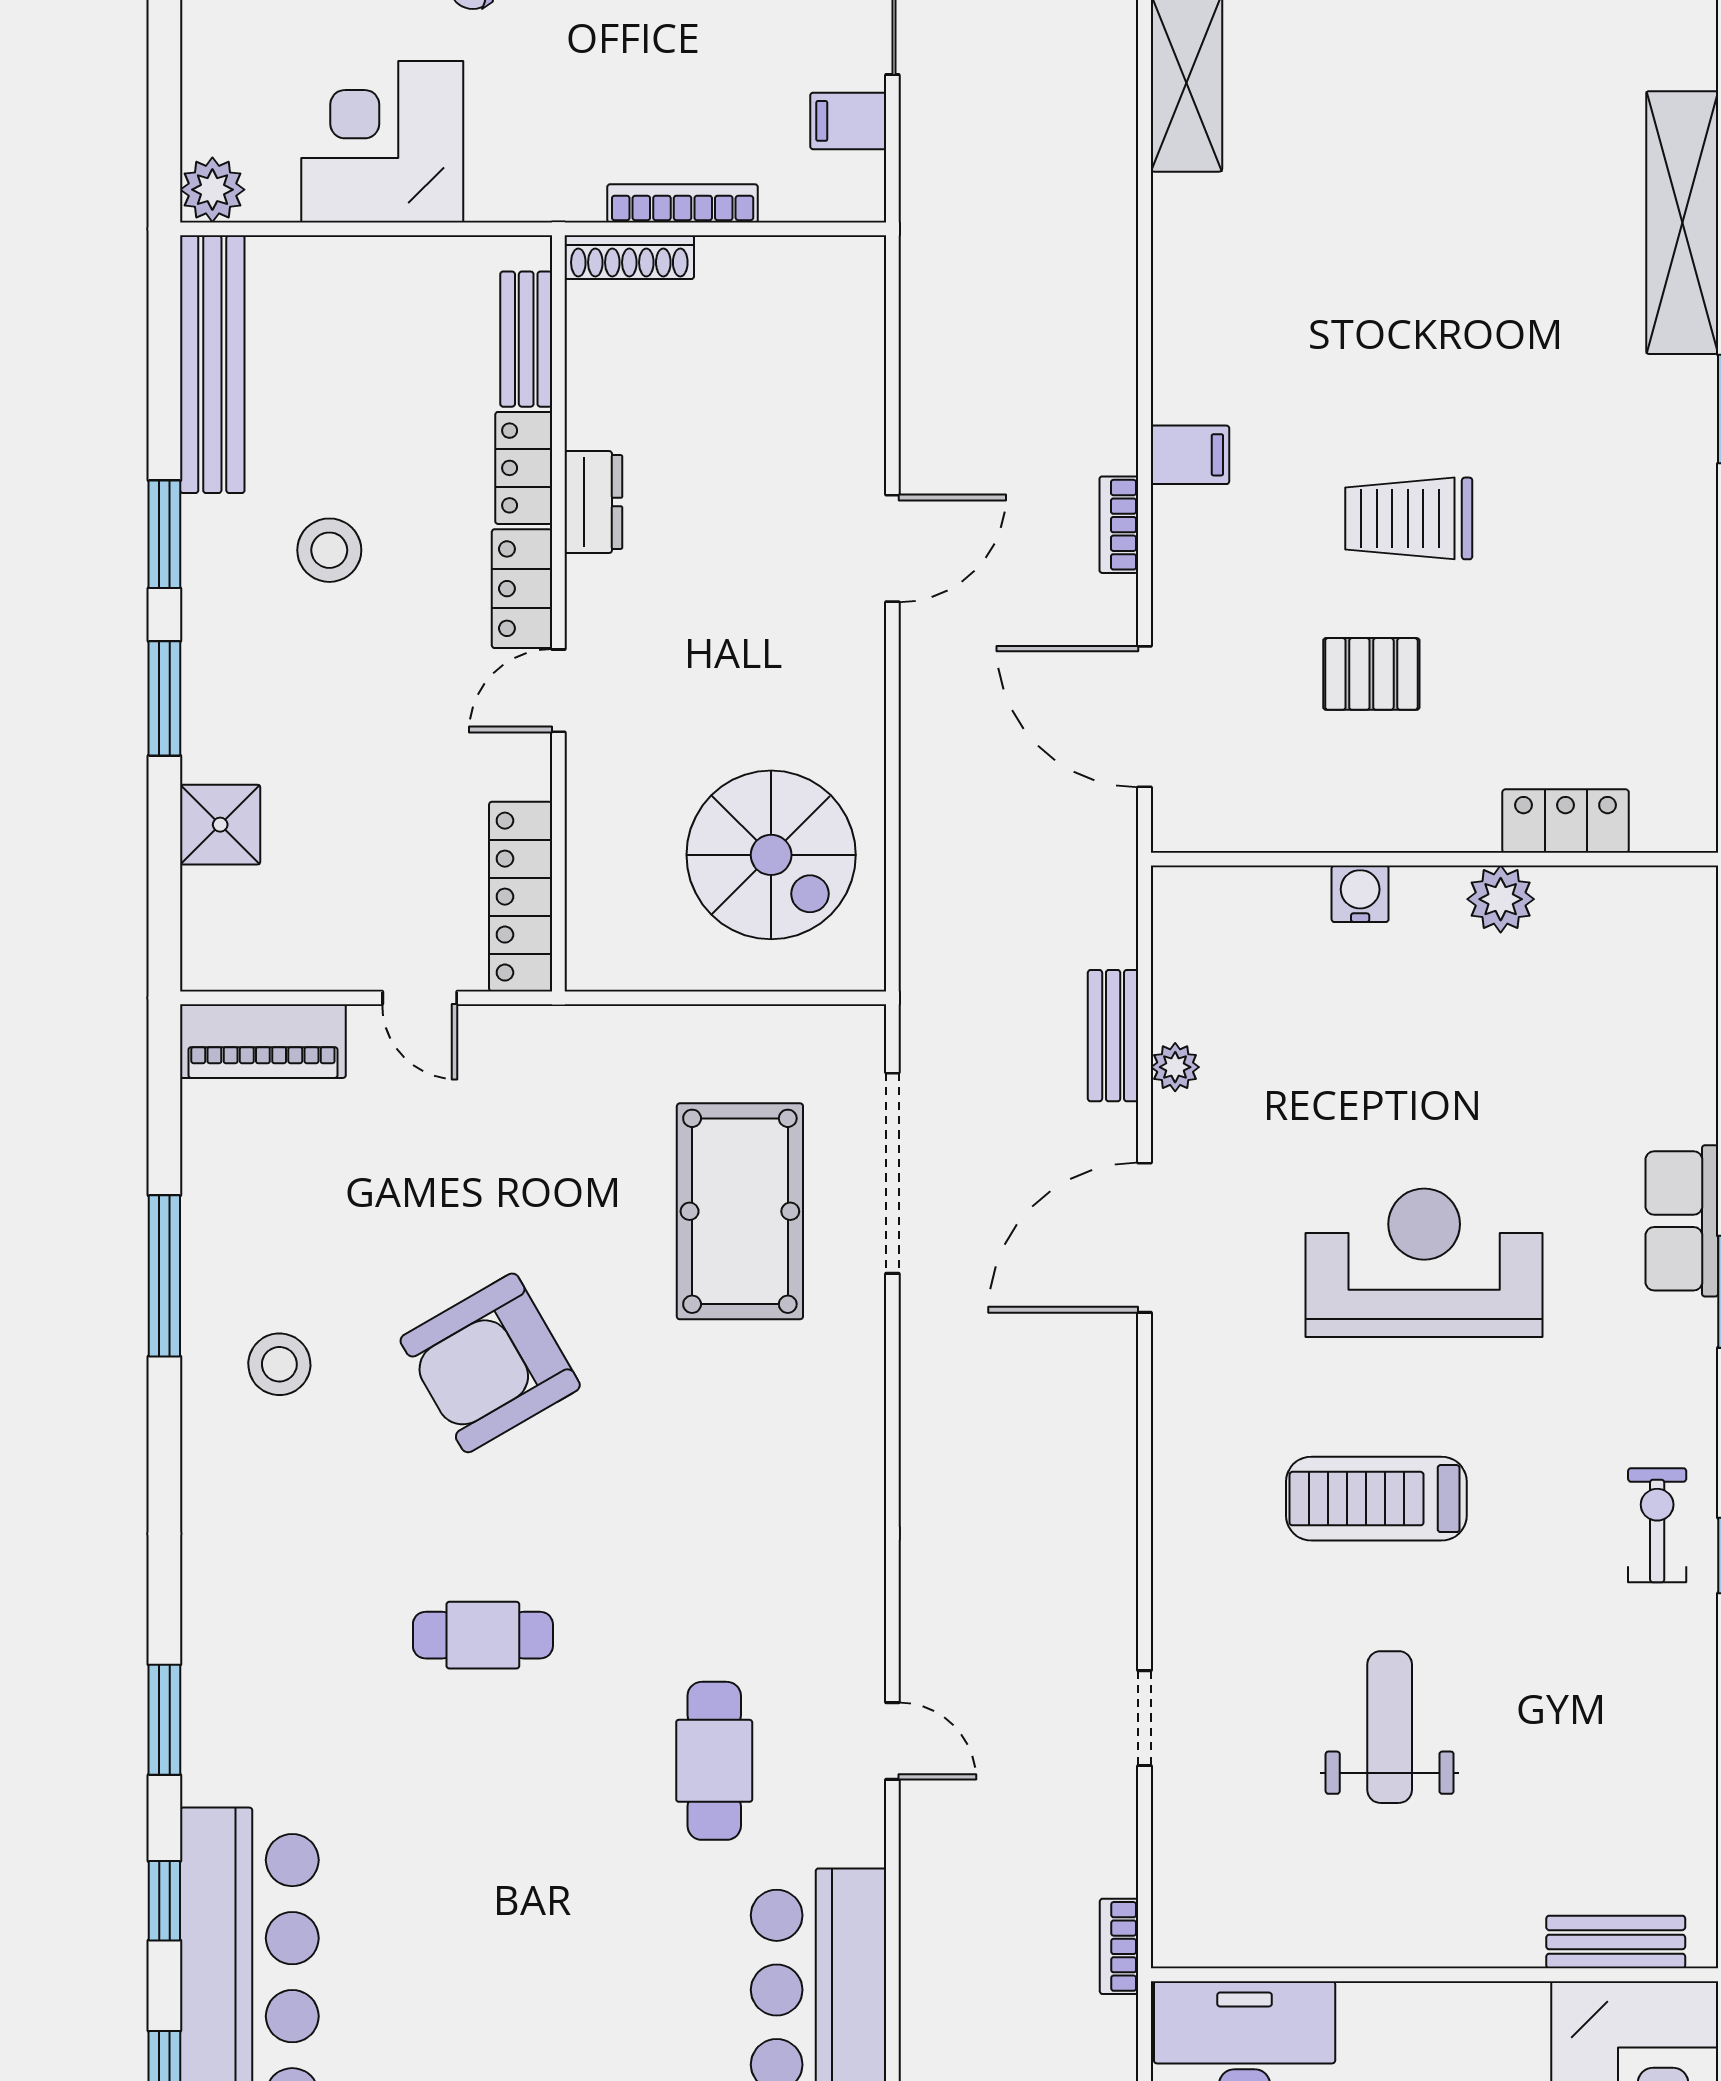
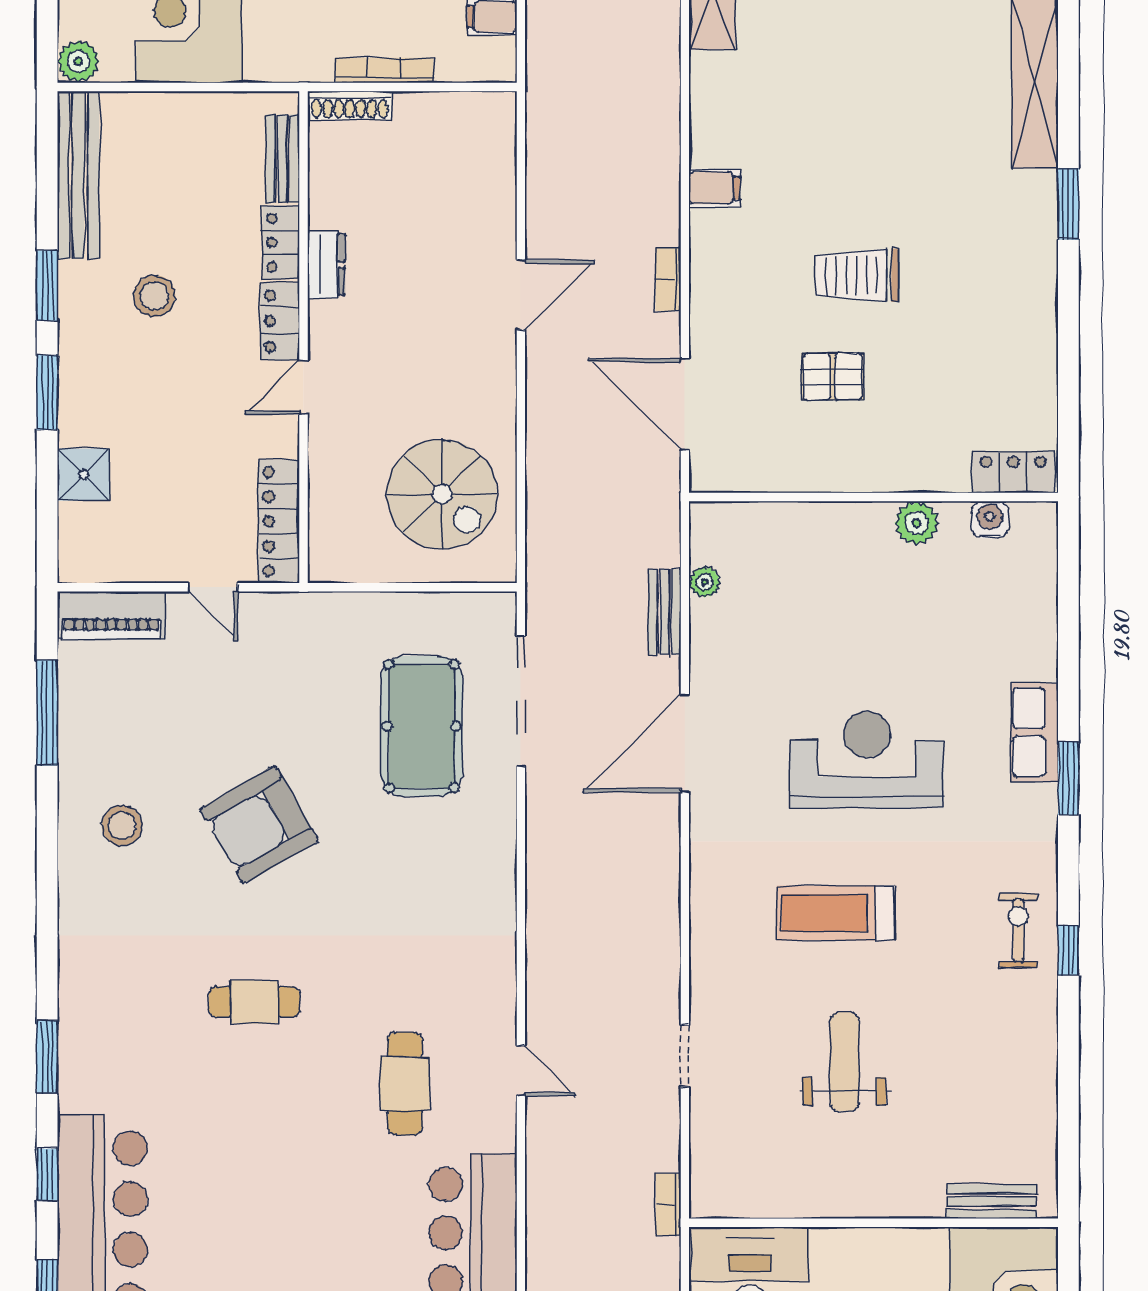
filing cabinet: (1190, 455) -> (714, 188), moved
locker: (1566, 821) -> (1013, 472), moved
water cooler: (1360, 894) -> (990, 520), moved
plant: (1175, 1067) -> (705, 582), moved
window: (164, 1276) -> (47, 713), moved

